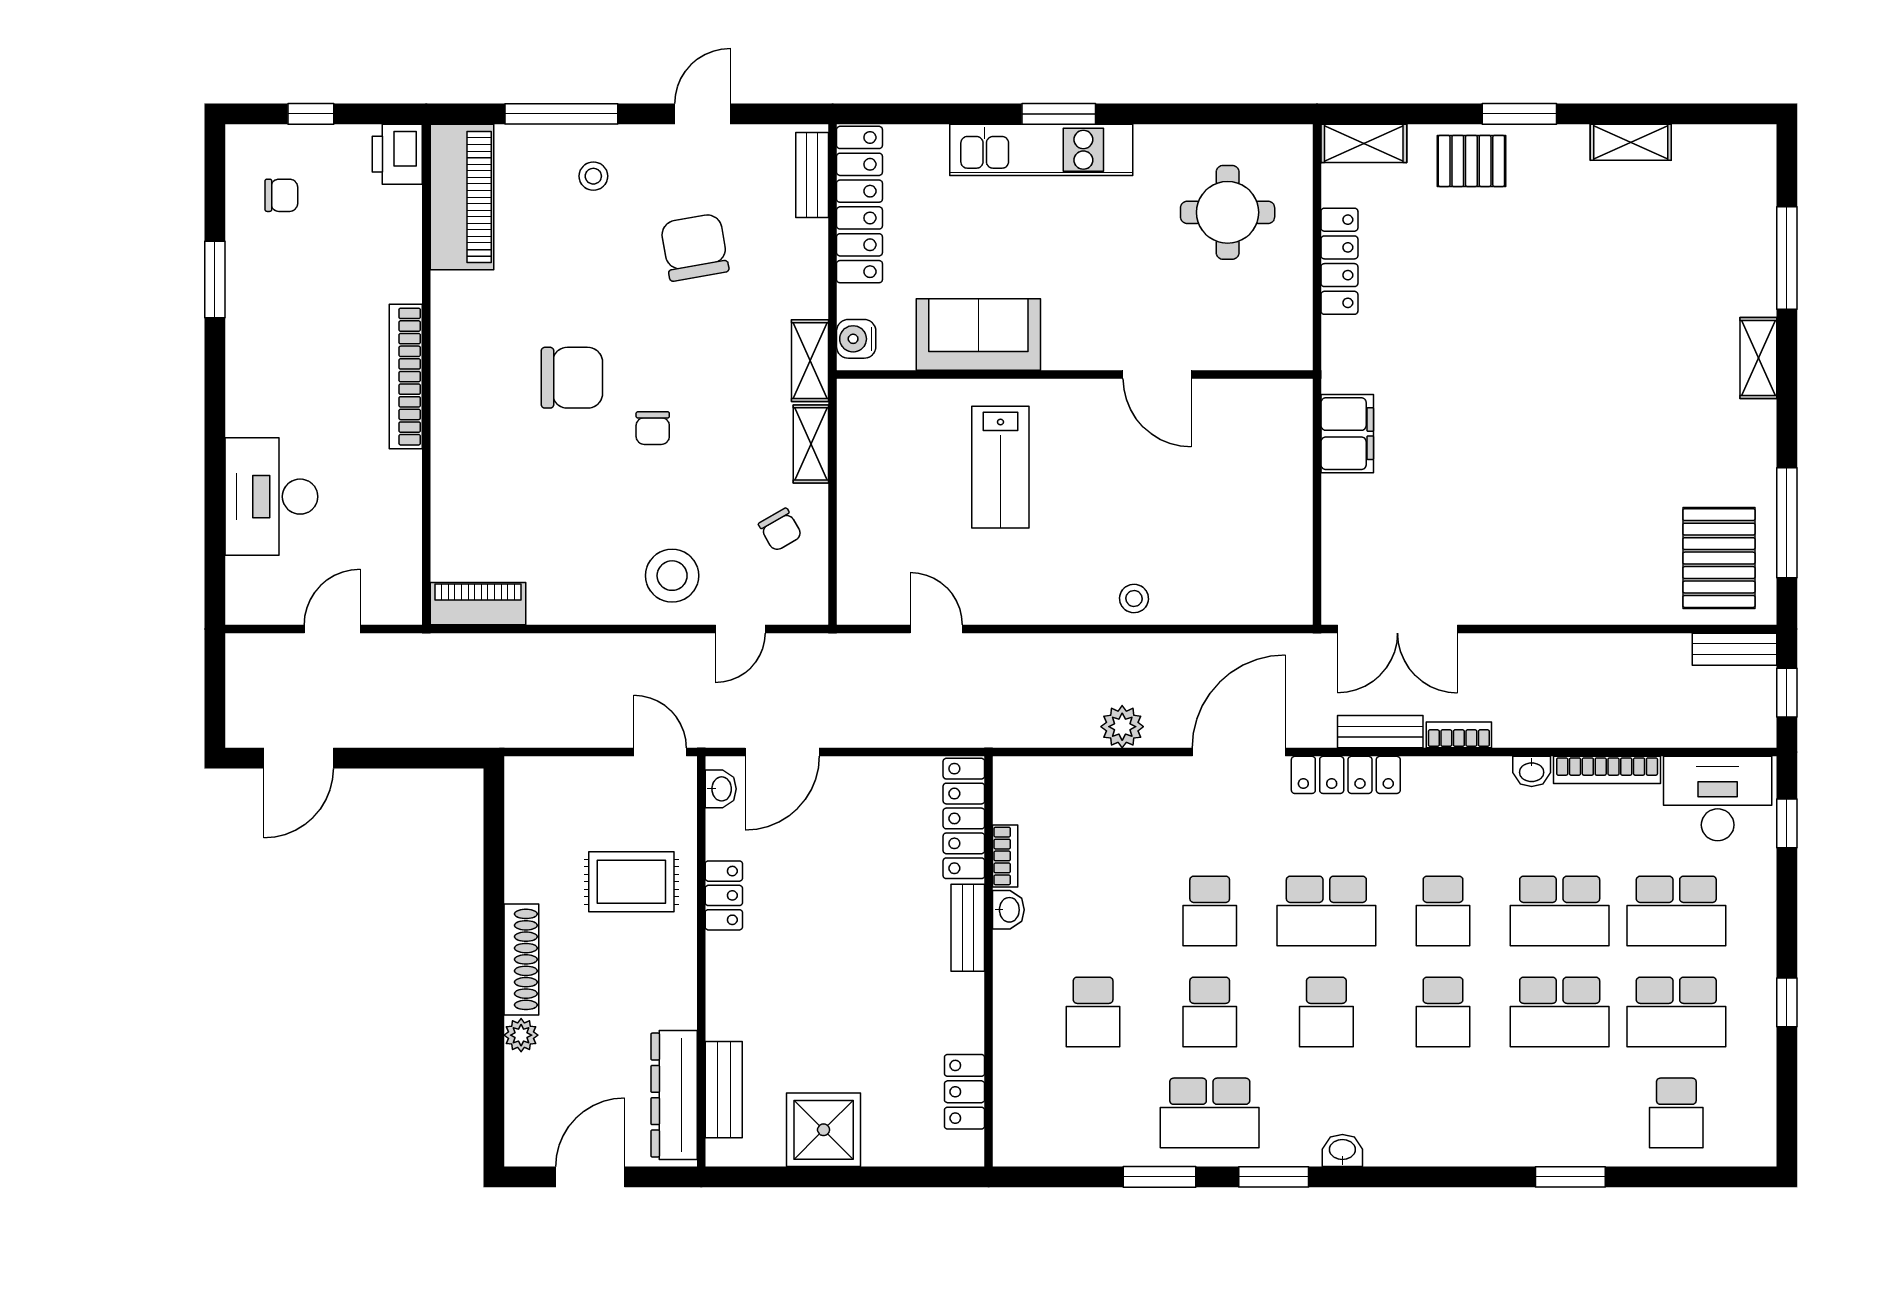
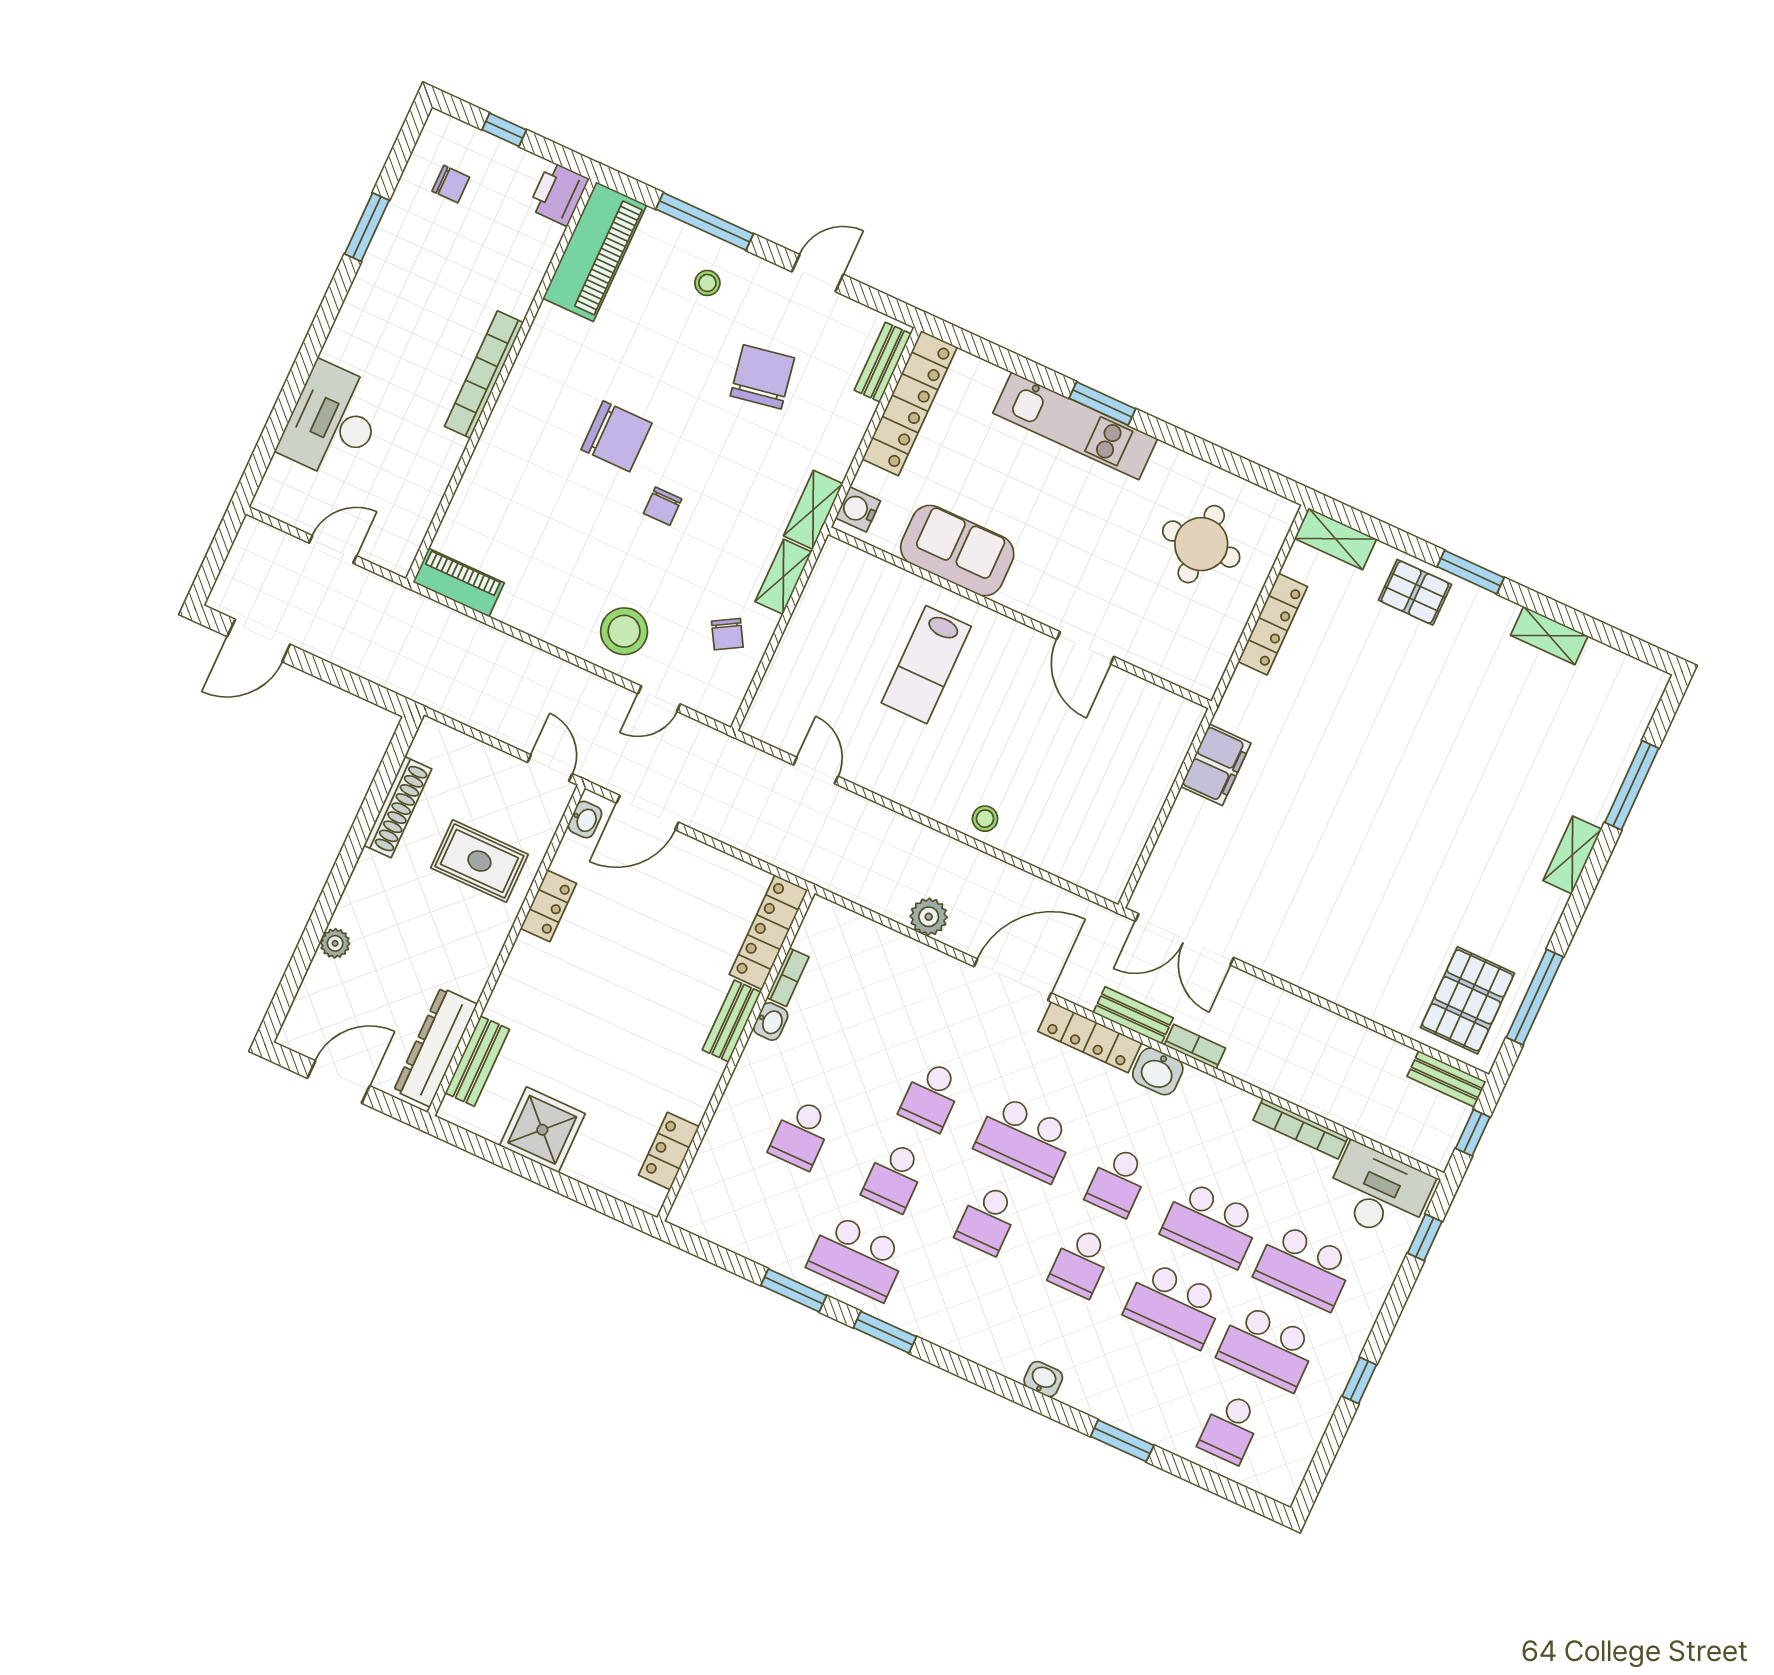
washbasin: (1532, 771) -> (1158, 1071), moved, width x1.38, depth x1.45
shoe rack: (521, 959) -> (398, 807), moved
washbasin: (1342, 1150) -> (1043, 1379), moved

